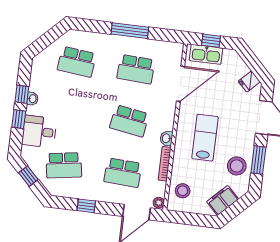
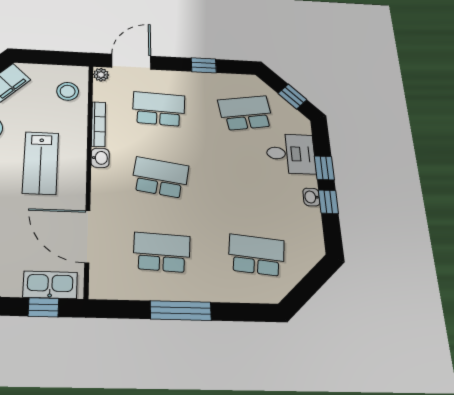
door: (181, 84) -> (87, 236), hinge flipped

